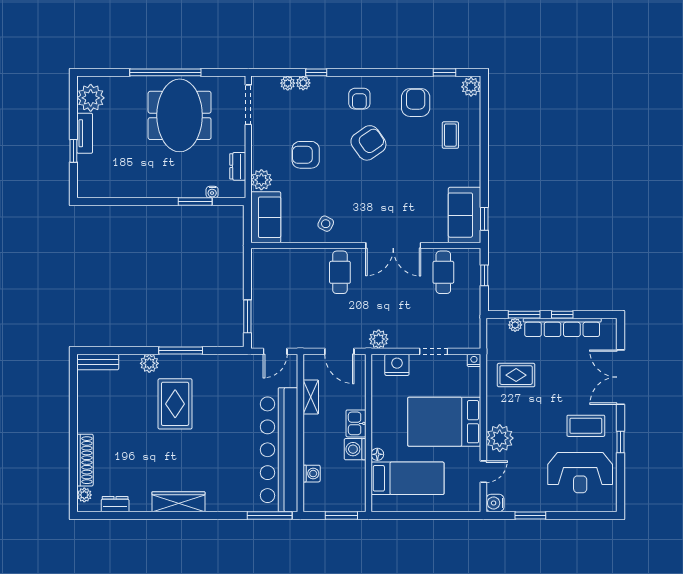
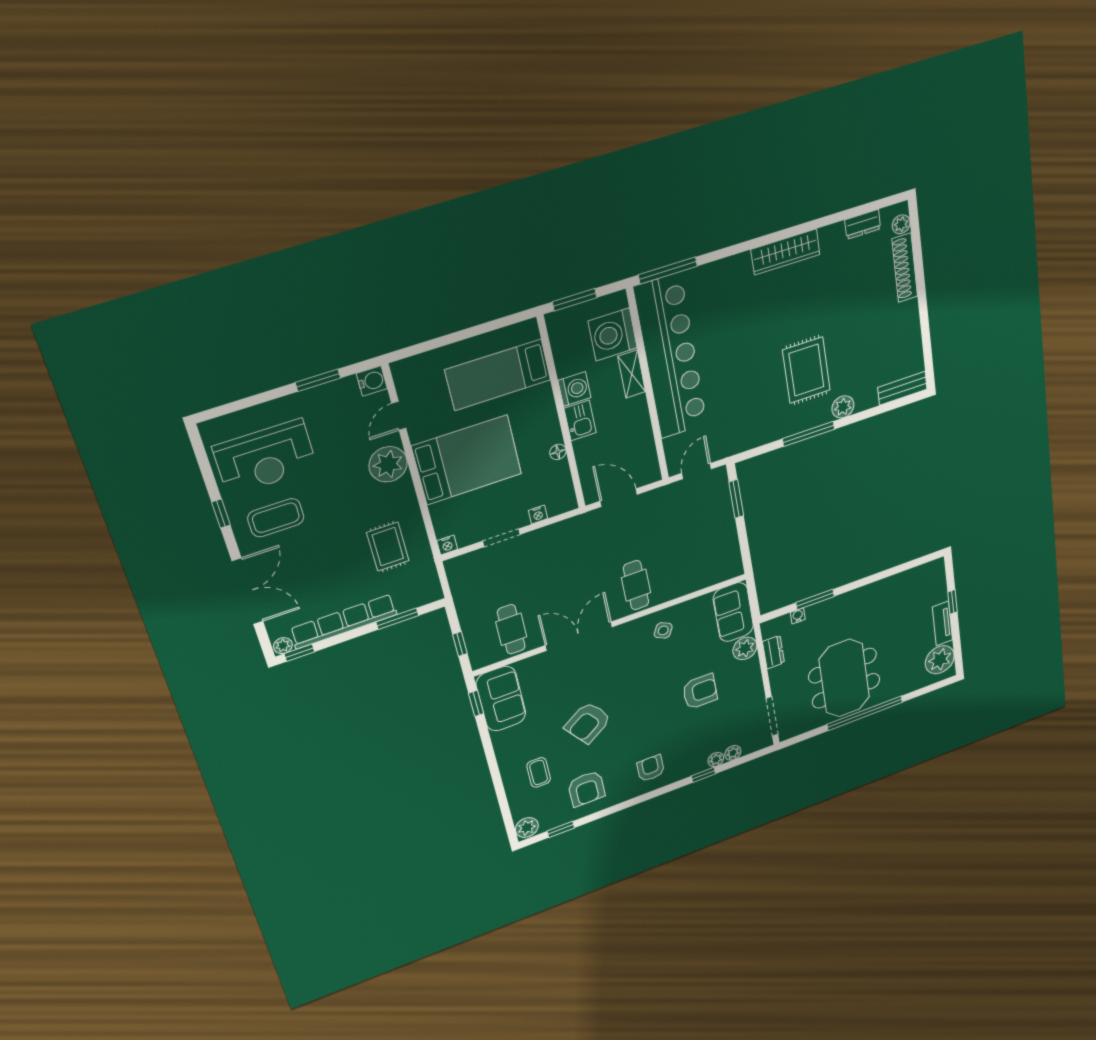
armchair: (368, 143) -> (588, 723), moved
window: (562, 315) -> (299, 653), moved
plant: (515, 325) -> (283, 646), moved
plant: (379, 339) -> (573, 528), removed
nightstand: (397, 365) -> (538, 515), width x0.53, depth x0.56
rug: (516, 375) -> (388, 547), turned 90
shelving: (311, 397) -> (632, 374), moved
floor lamp: (377, 454) -> (558, 452), moved
reception desk: (580, 473) -> (265, 457), turned 180
washing machine: (312, 474) -> (613, 334), width x1.89, depth x1.89

